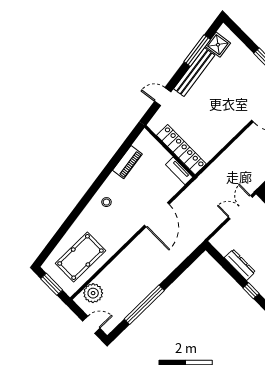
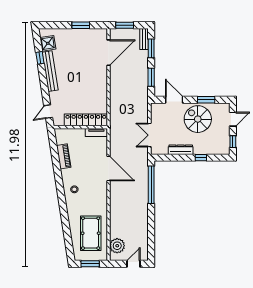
window: (197, 51) -> (40, 58), width x0.46
door: (163, 97) -> (48, 112), moved
double door: (240, 207) -> (149, 135), moved
window: (144, 305) -> (151, 185), moved

